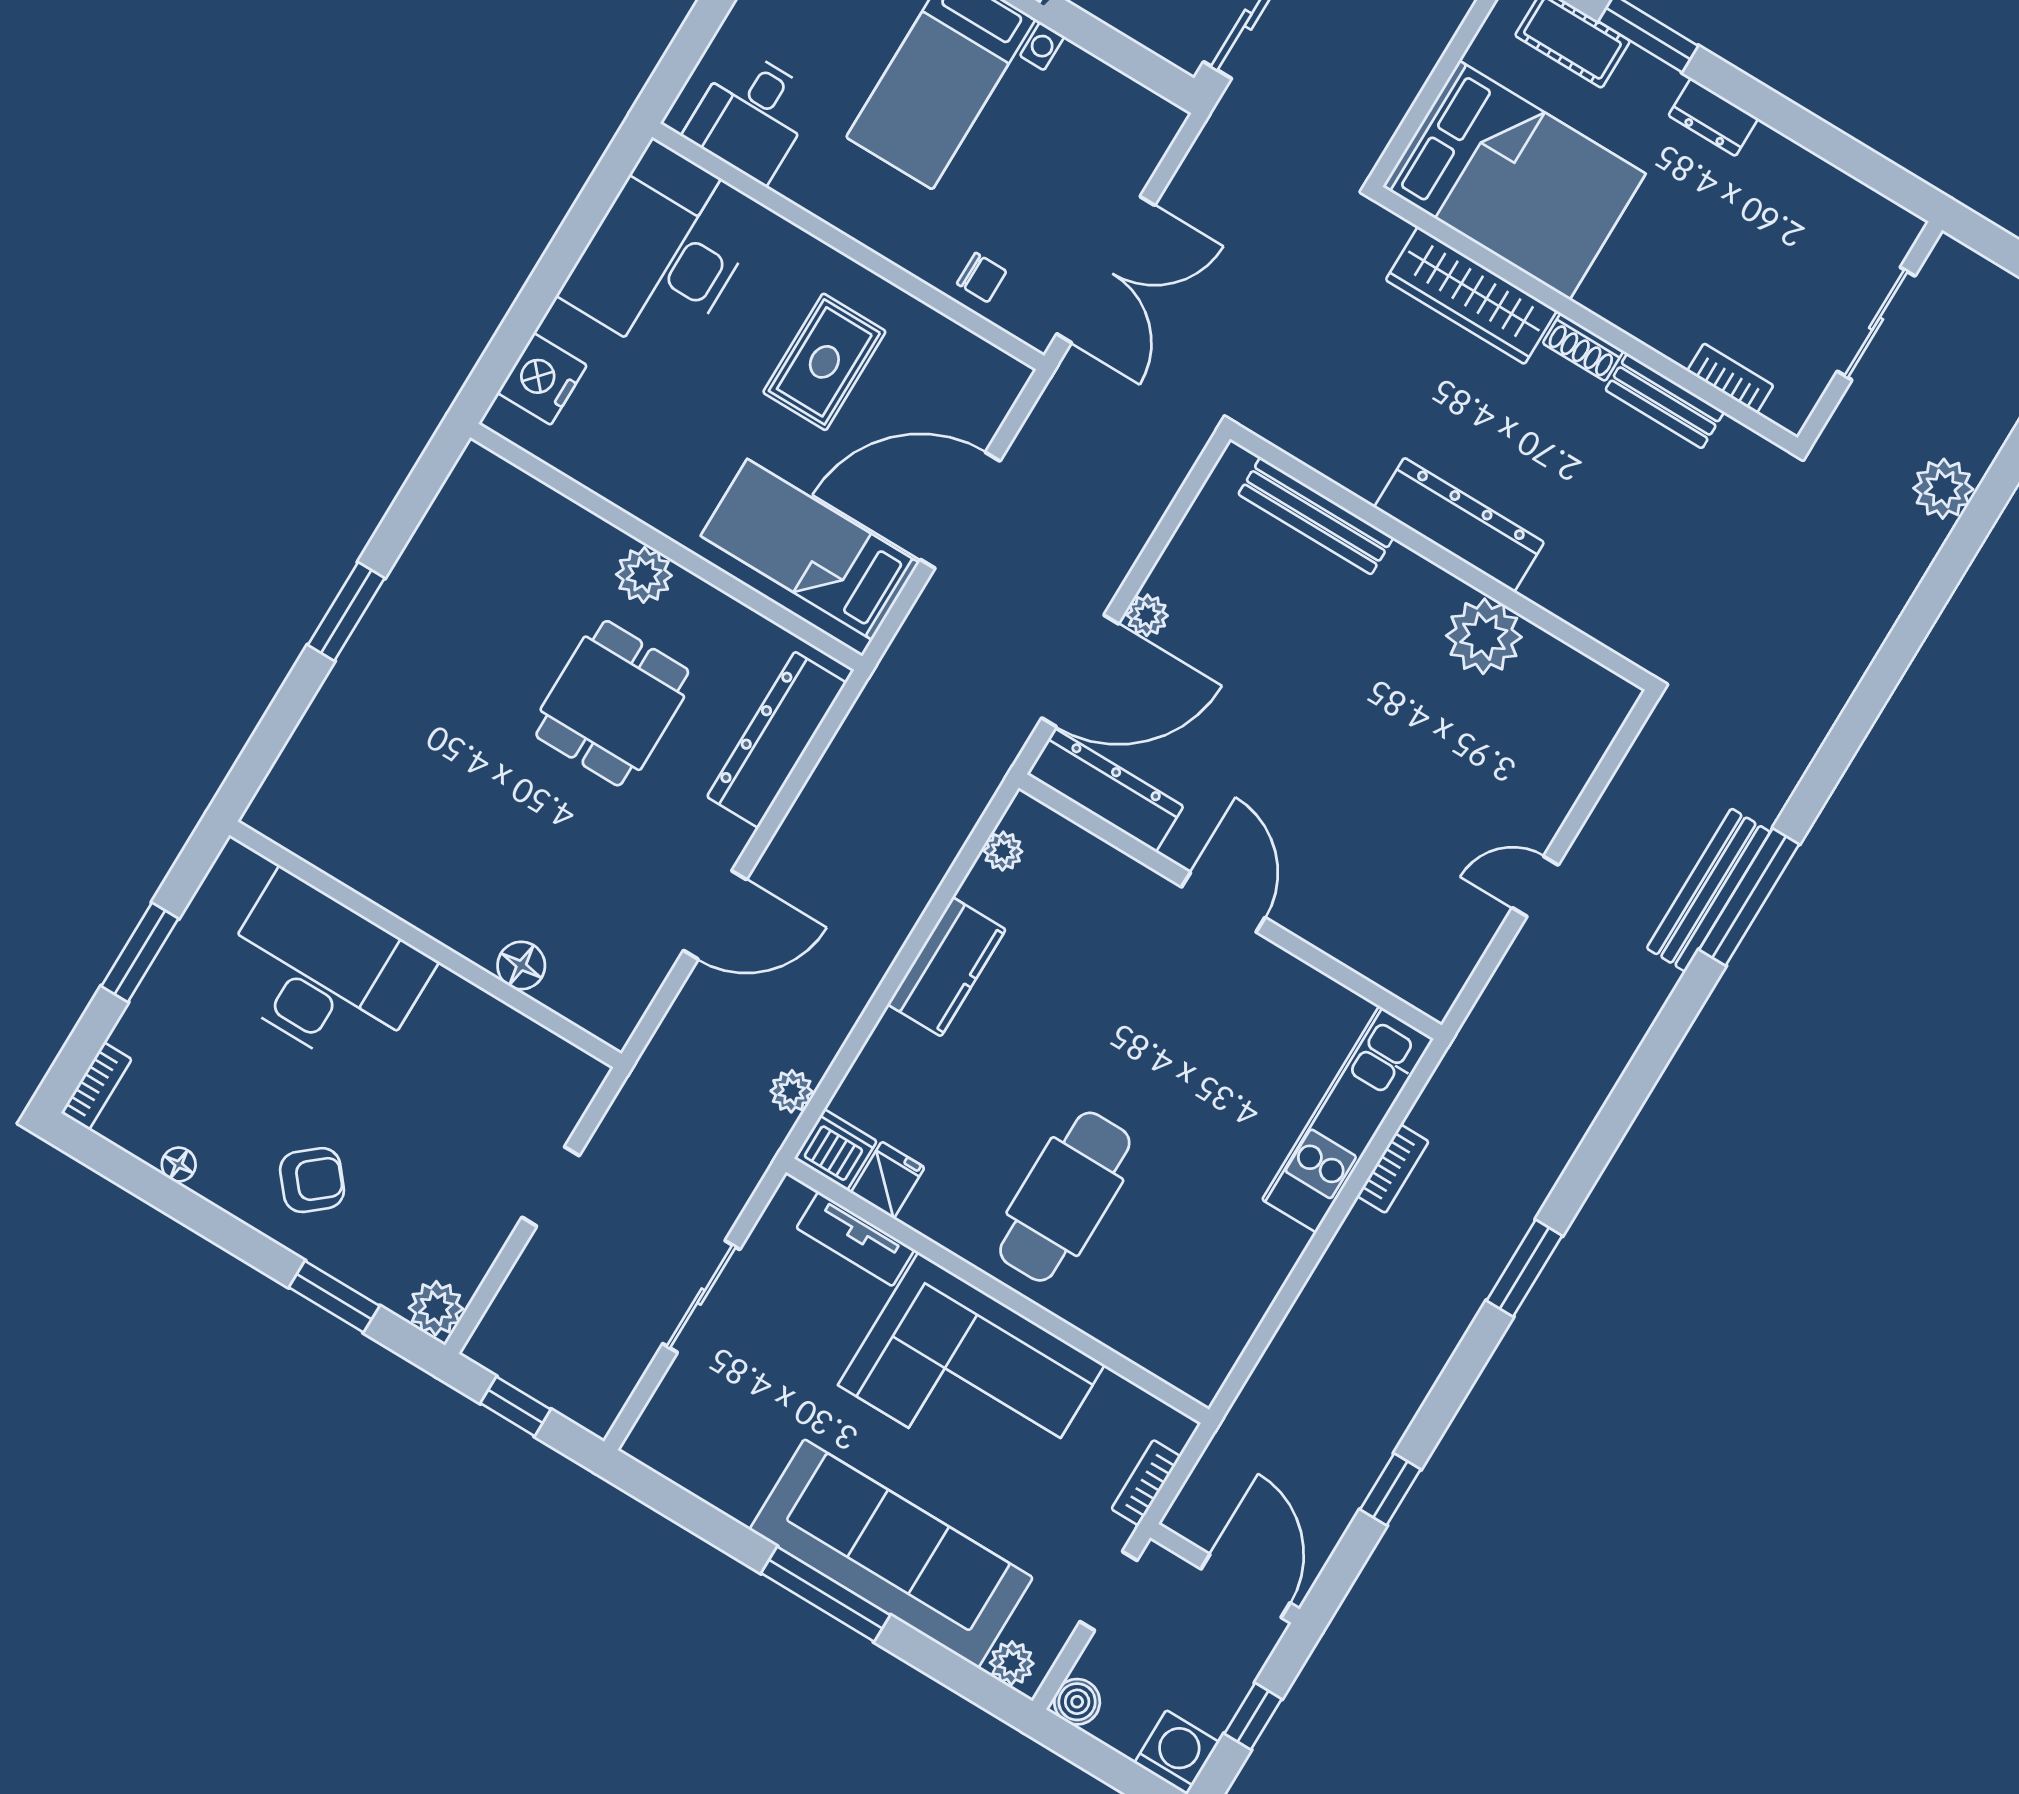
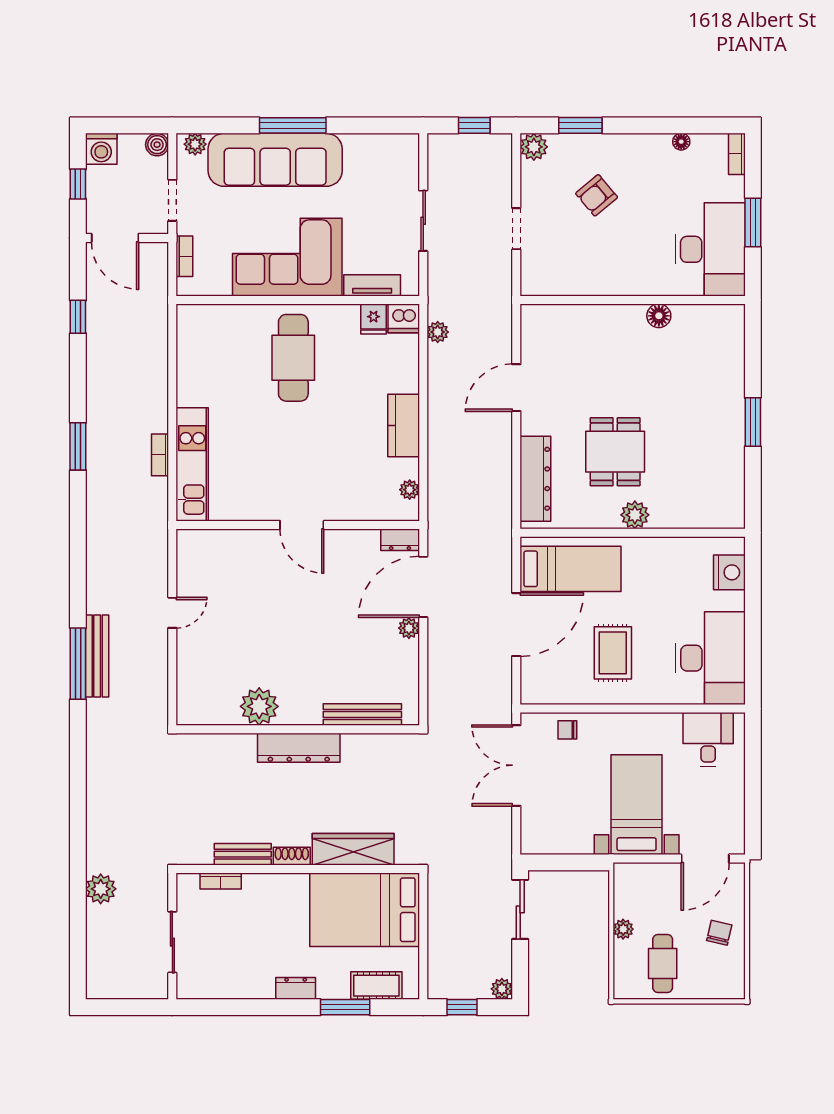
dresser: (1105, 790) -> (400, 540), width x0.51, depth x0.80
floor lamp: (521, 966) -> (659, 316), moved
desk: (323, 973) -> (710, 249), moved, turned -90
armchair: (312, 1180) -> (597, 195), moved

